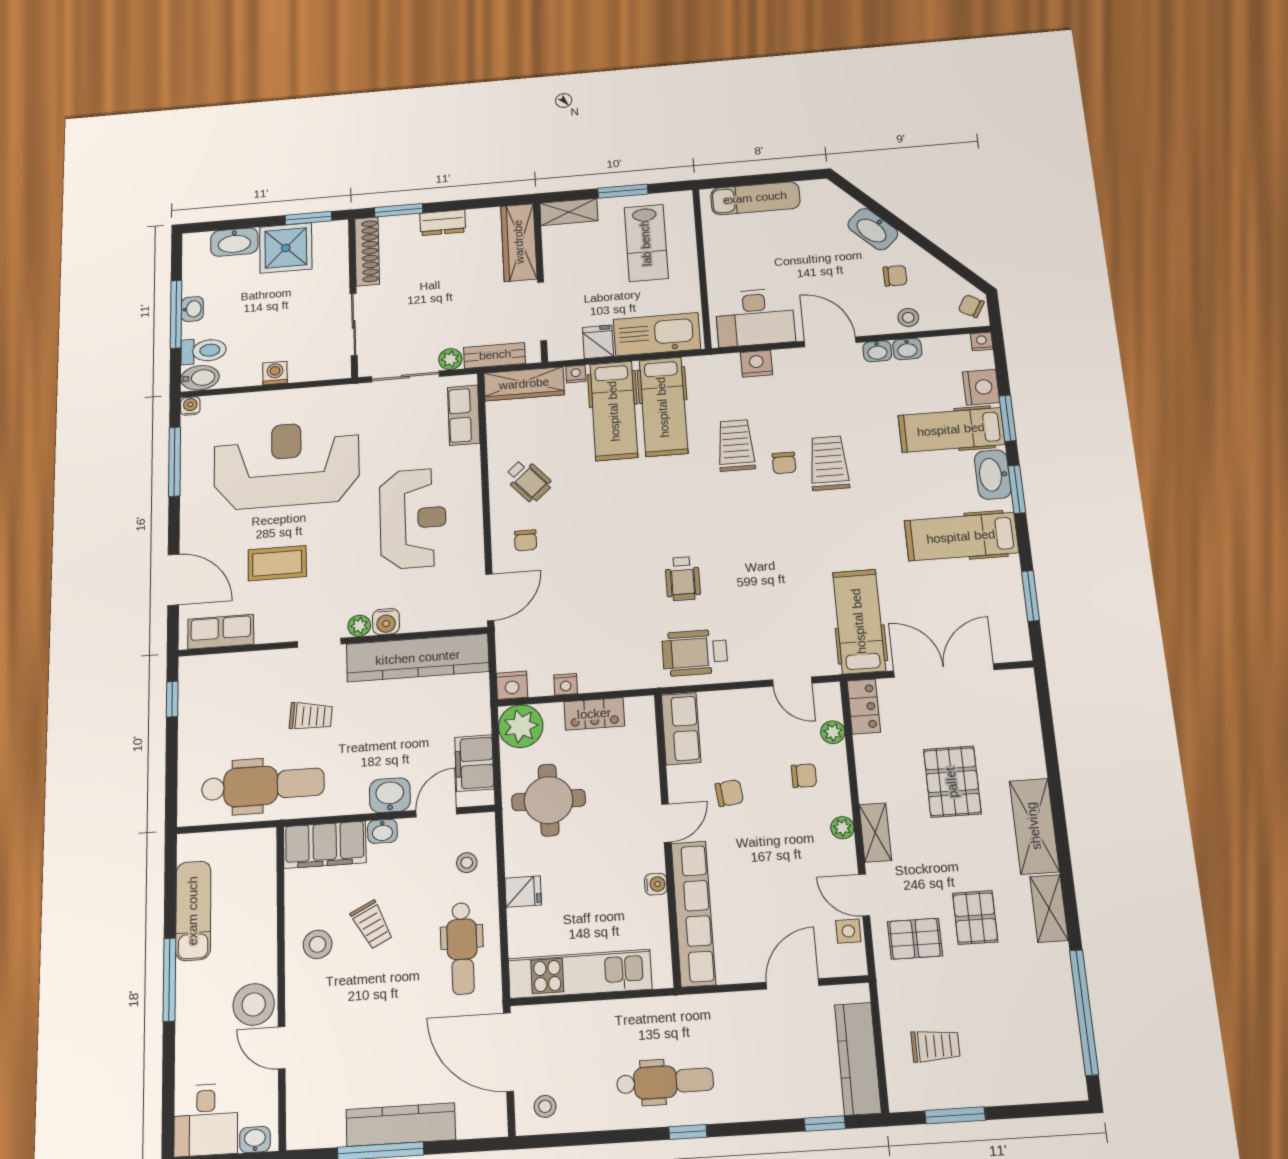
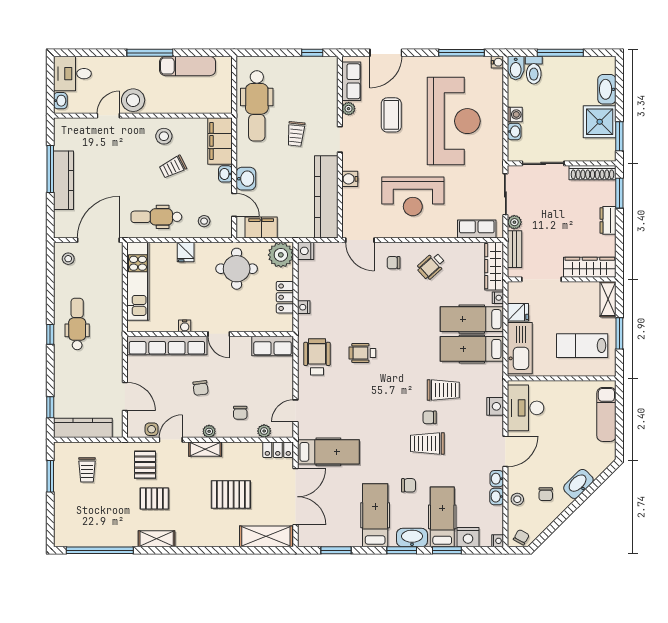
washbasin: (192, 309) -> (514, 132), moved, turned -90
trolley: (829, 463) -> (427, 443), turned 180
chair: (903, 487) -> (408, 485), added
plant: (359, 626) -> (349, 109), moved
nightstand: (566, 684) -> (304, 307), moved
chair: (729, 793) -> (201, 388), moved
shelving: (1034, 826) -> (266, 536), moved
dental chair: (665, 1082) -> (77, 324), turned 180

